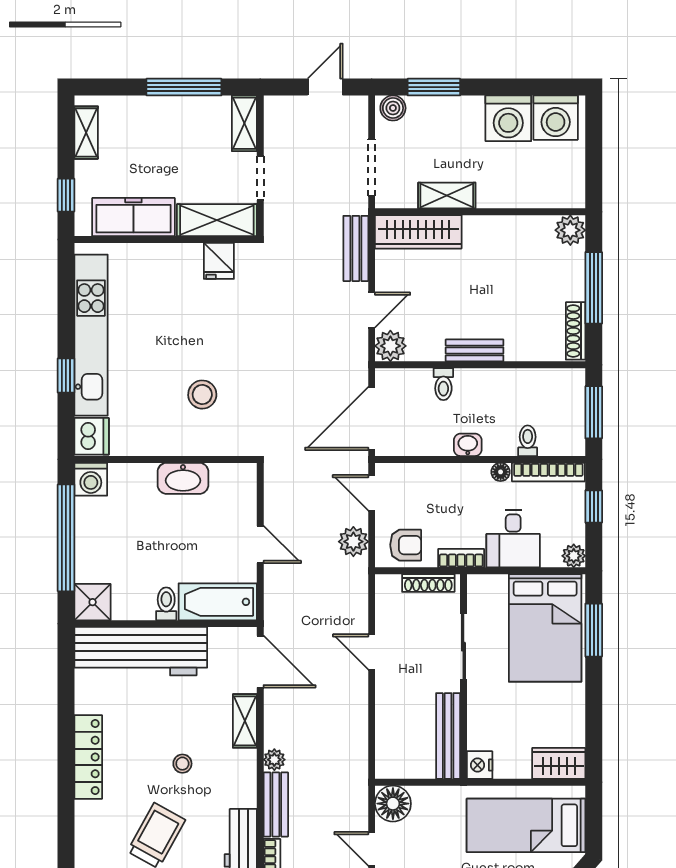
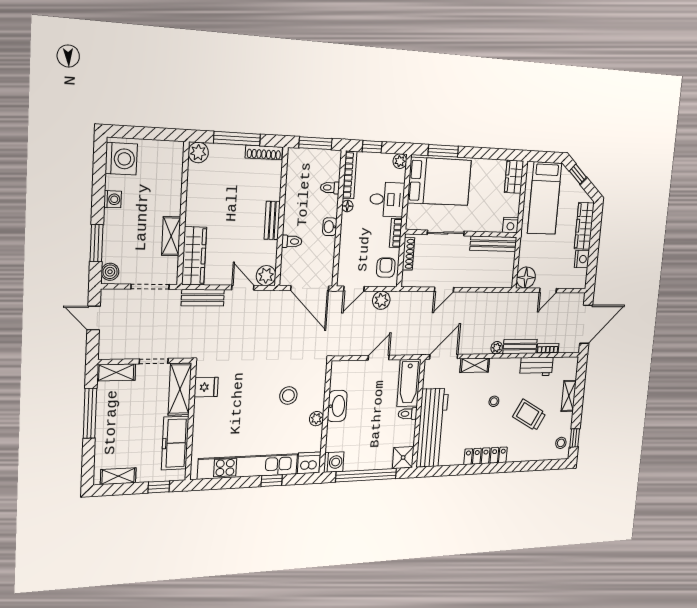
washing machine: (508, 118) -> (113, 199), width x0.53, depth x0.53
plant: (164, 444) -> (316, 419), added

